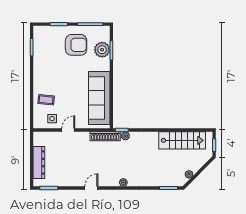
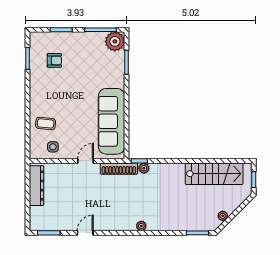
armchair: (76, 45) -> (54, 60), moved, width x0.53, depth x0.53
plant: (102, 50) -> (115, 41), moved
door: (68, 130) -> (86, 161), moved
dresser: (39, 163) -> (37, 186), moved
door: (91, 188) -> (85, 233), moved

